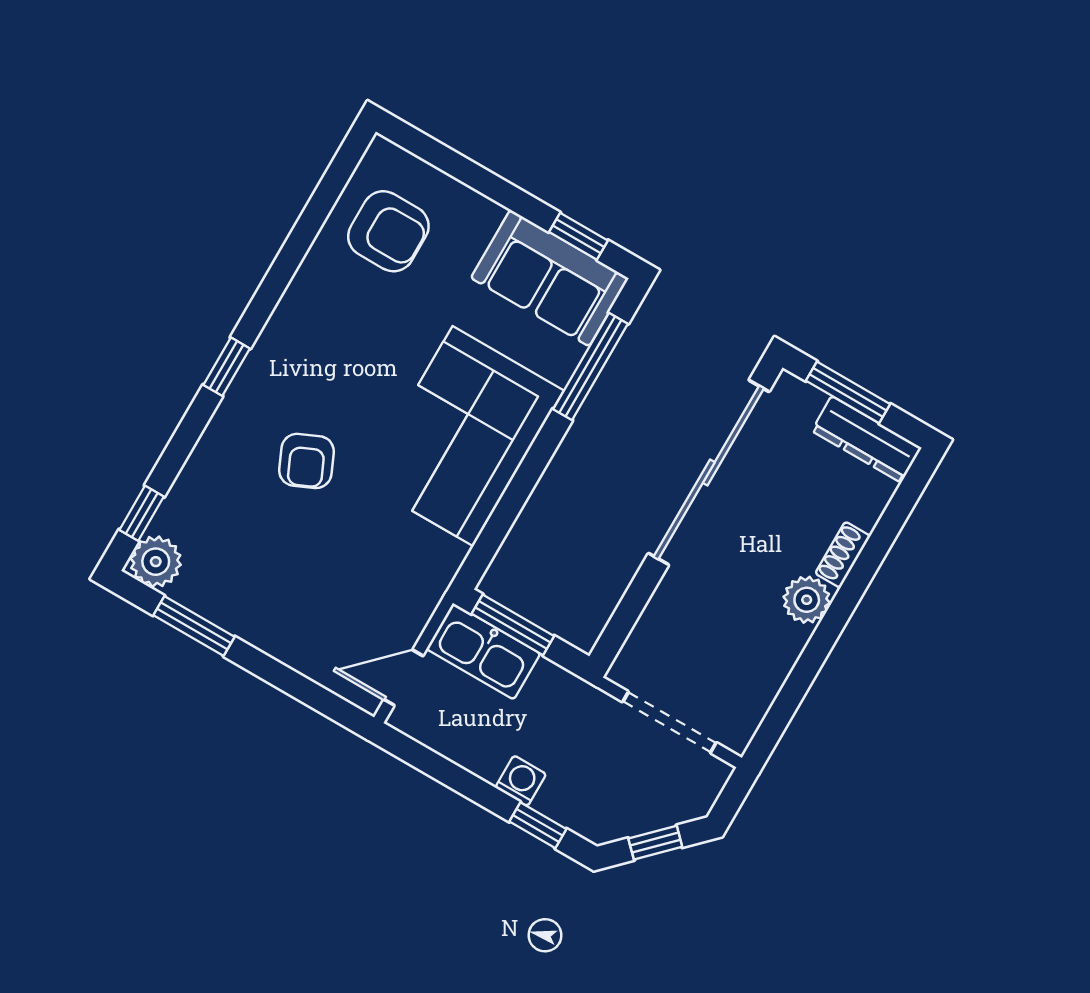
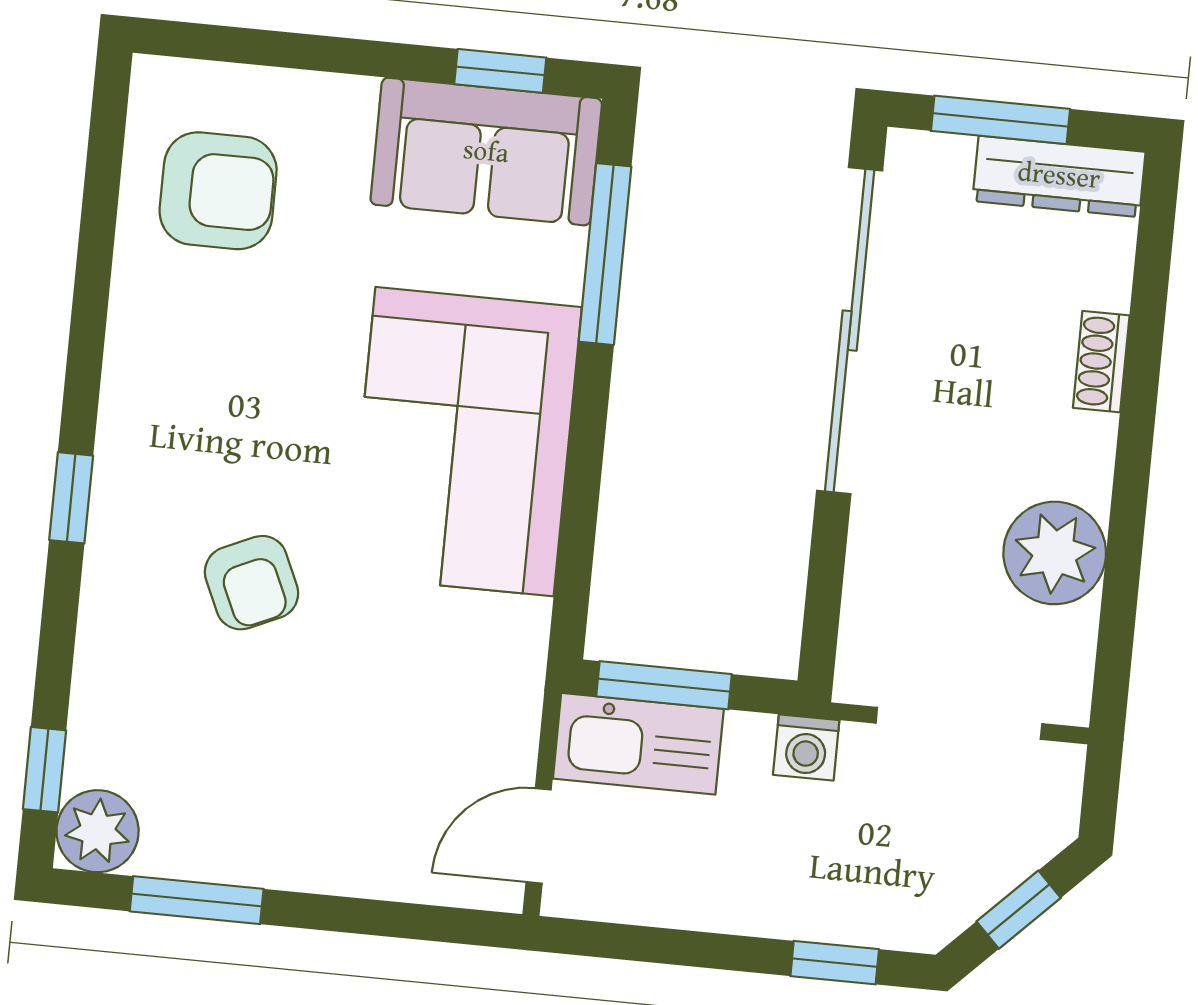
plant: (807, 600) -> (1055, 553), moved, width x1.36, depth x1.36
washing machine: (521, 781) -> (806, 747), moved, turned 180

